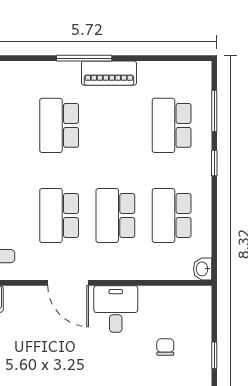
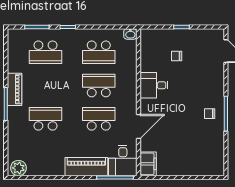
school desk: (59, 125) -> (45, 119), turned 180
school desk: (59, 215) -> (99, 119), turned 180
school desk: (115, 215) -> (99, 86), turned 180
door: (68, 283) -> (139, 126), moved

